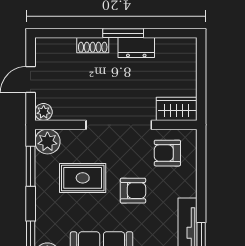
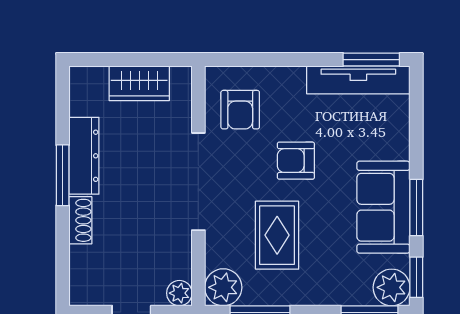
dresser: (136, 48) -> (84, 156), width x1.44
wardrobe: (177, 109) -> (139, 83), moved, turned -90
armchair: (133, 191) -> (296, 161), turned -90

